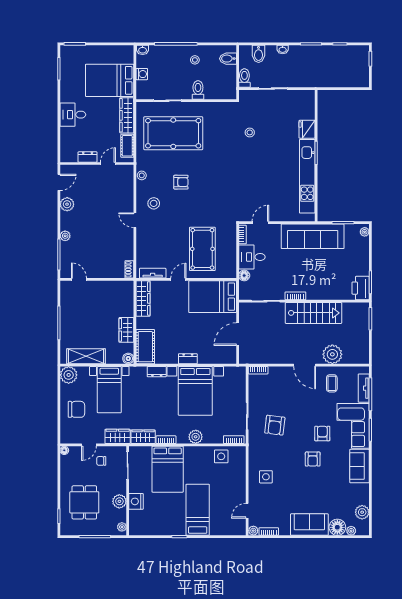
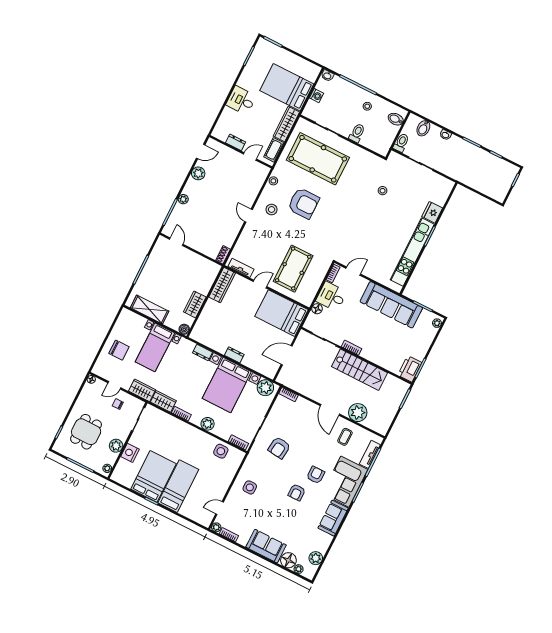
armchair: (181, 182) -> (304, 203), width x1.88, depth x1.88
cot: (145, 347) -> (204, 327), removed
plant: (69, 375) -> (265, 388), moved
bed: (168, 469) -> (154, 476), moved, turned 180

